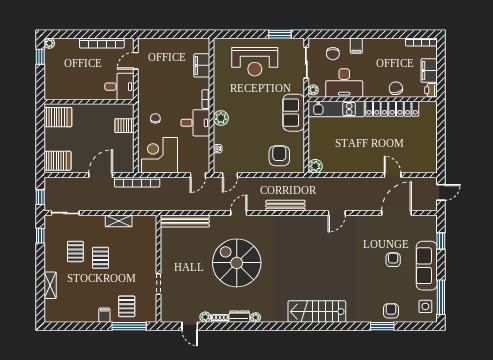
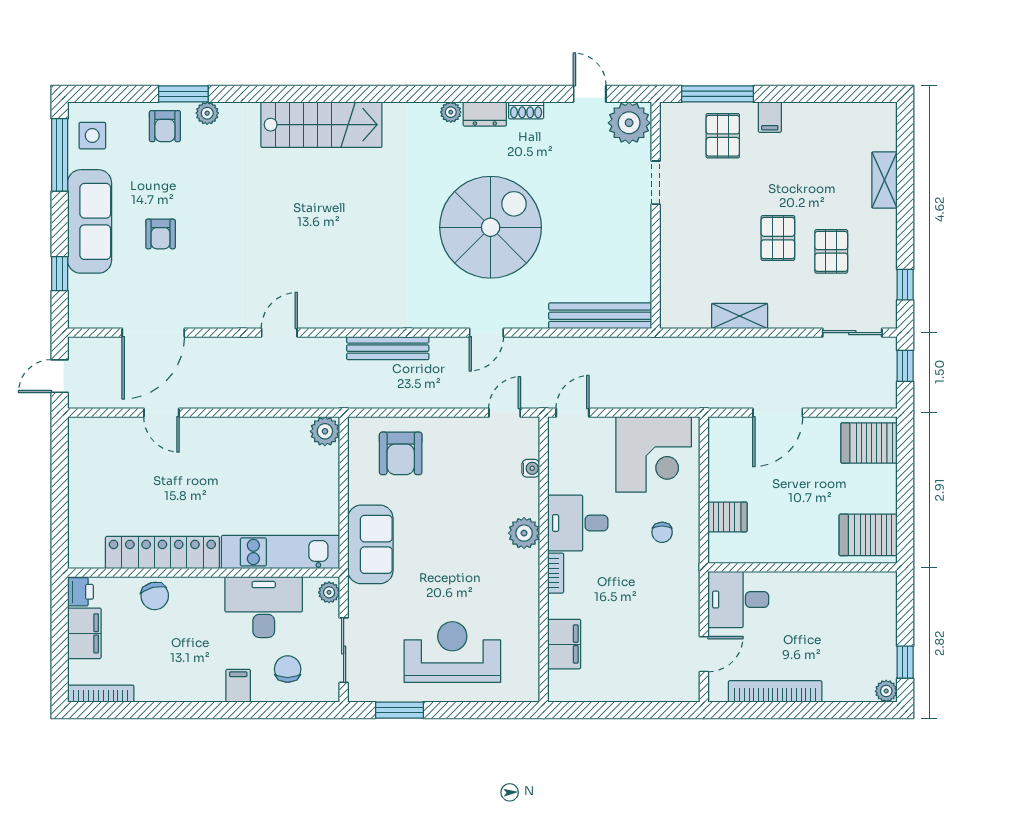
bookcase: (137, 182) -> (701, 398), removed
spiral stairs: (237, 263) -> (491, 227), turned -90
plant: (205, 317) -> (629, 123), moved, width x1.87, depth x1.87
plant: (371, 317) -> (207, 113), added

